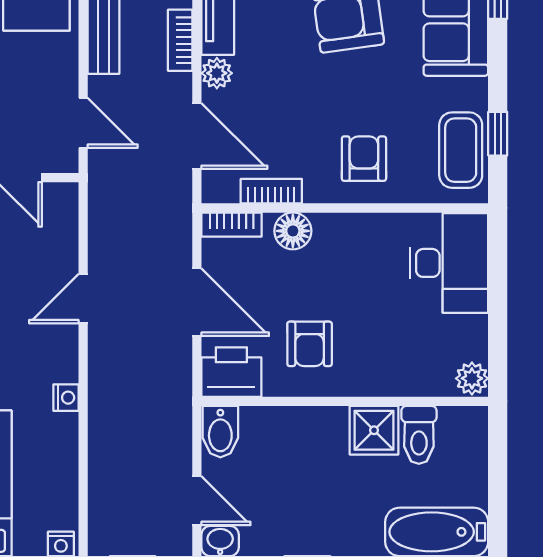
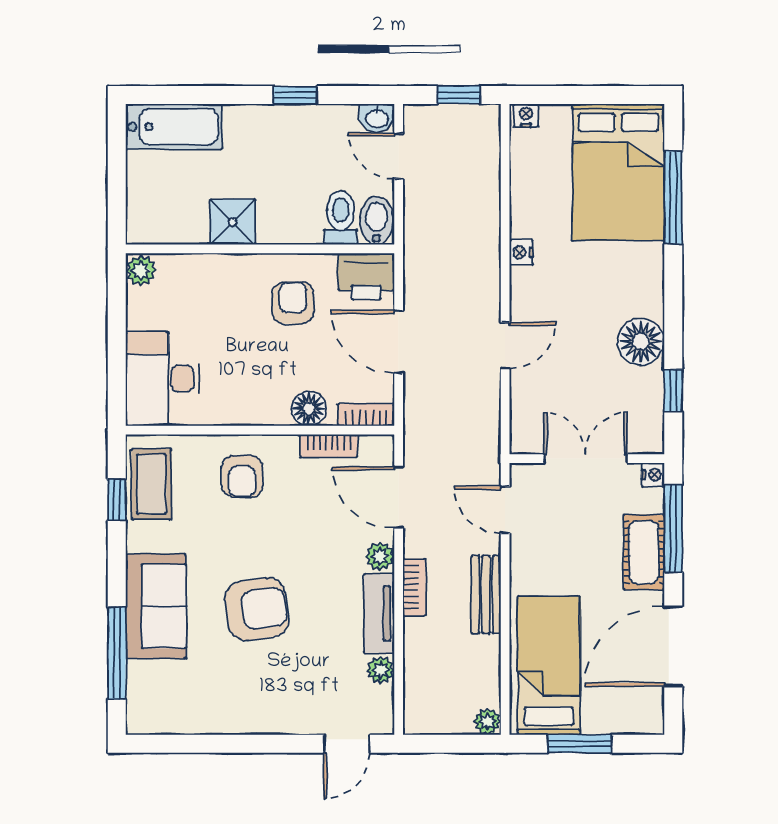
toilet: (419, 435) -> (341, 218), moved

